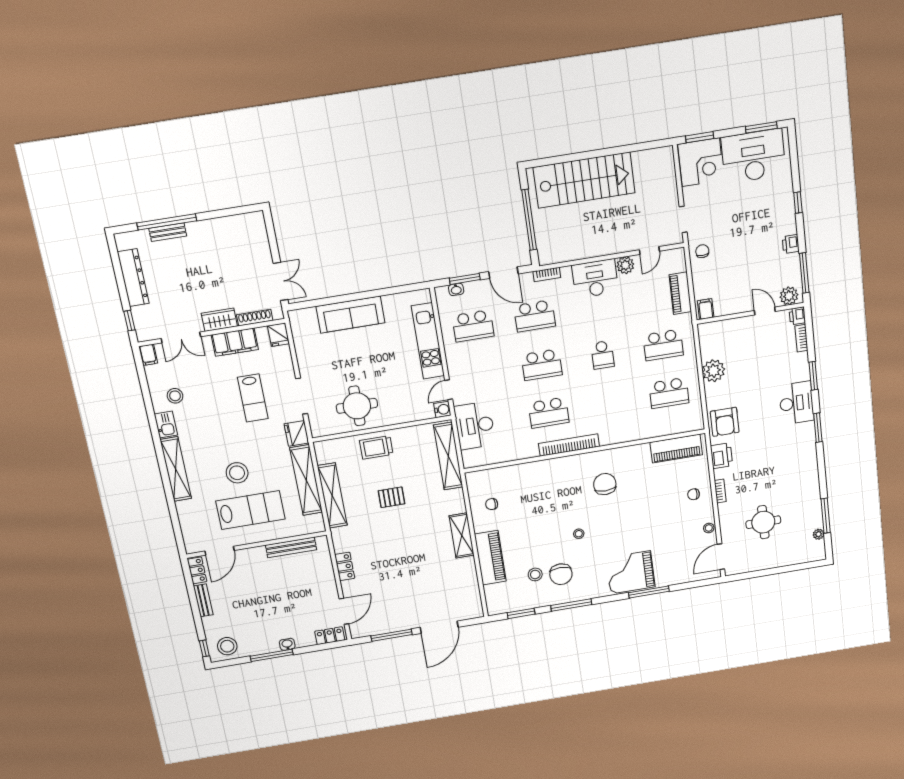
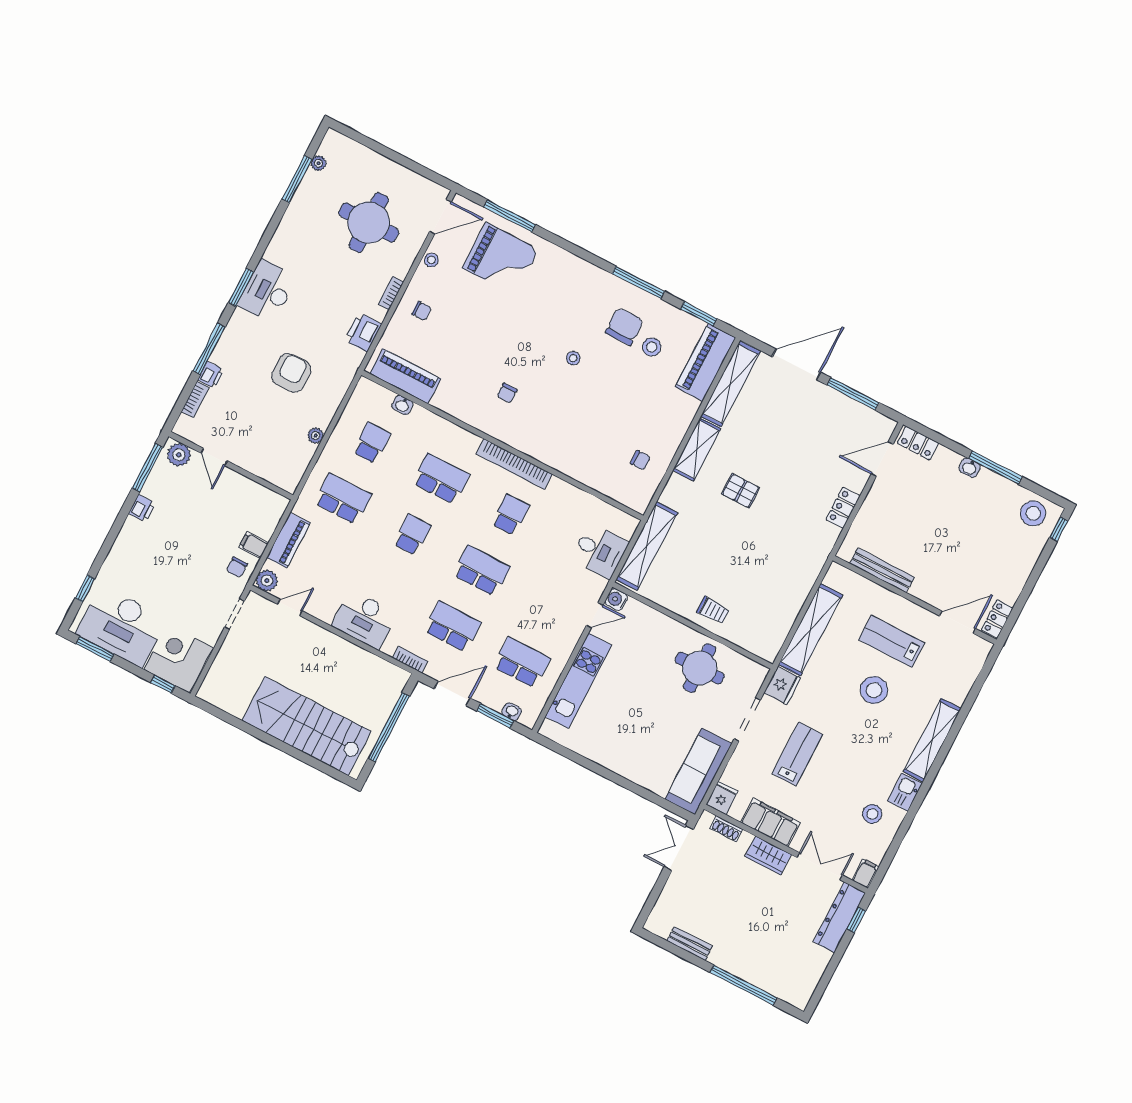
window: (700, 137) -> (163, 684), width x0.67
window: (798, 203) -> (85, 588), moved
bench: (168, 232) -> (690, 944), moved
plant: (625, 265) -> (267, 581), moved
door: (503, 273) -> (452, 693), hinge flipped
dresser: (133, 278) -> (839, 917), moved
filing cabinet: (706, 309) -> (254, 545), moved, turned 90
sofa: (350, 315) -> (698, 771), moved, turned -90
printer: (797, 316) -> (211, 375), moved
shoe rack: (255, 318) -> (726, 829), width x0.70
plant: (713, 371) -> (316, 436), width x0.53, depth x0.53
window: (813, 376) -> (209, 349), width x1.44
school desk: (669, 393) -> (372, 443), width x0.54
school desk: (609, 403) -> (441, 479), added
desk: (796, 403) -> (267, 291), moved
school desk: (549, 413) -> (510, 515), width x0.54
armchair: (725, 422) -> (291, 373), moved
desk: (475, 426) -> (600, 551), width x0.73
washbasin: (666, 430) -> (403, 405), added
trolley: (376, 447) -> (713, 610), width x0.73, depth x0.72
chair: (605, 484) -> (507, 393), width x0.54, depth x0.54
shelving: (332, 496) -> (730, 384), moved
pallet: (392, 497) -> (741, 491), moved
lab bench: (250, 510) -> (892, 641), width x0.73, depth x0.72
round table: (763, 522) -> (369, 222), width x1.36, depth x1.36
piano: (490, 558) -> (706, 362), moved
grand piano: (631, 572) -> (501, 259), moved
window: (649, 592) -> (510, 216), moved
bench: (203, 600) -> (1017, 582), removed

